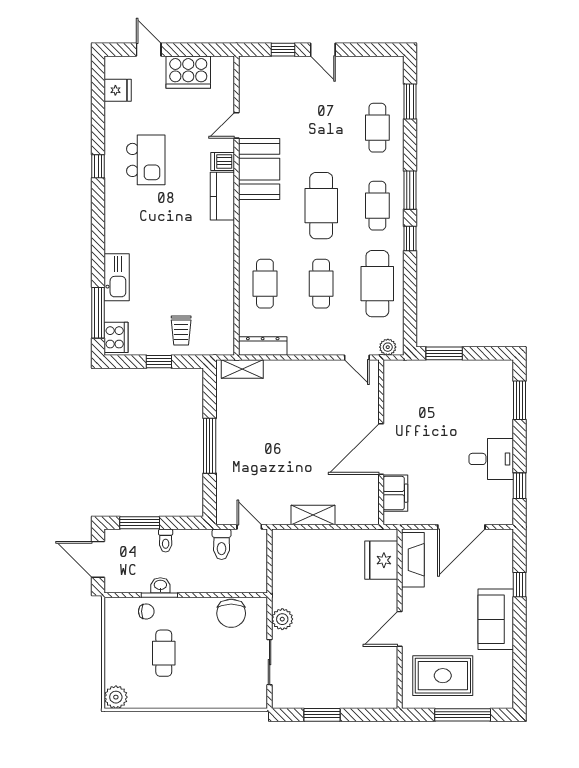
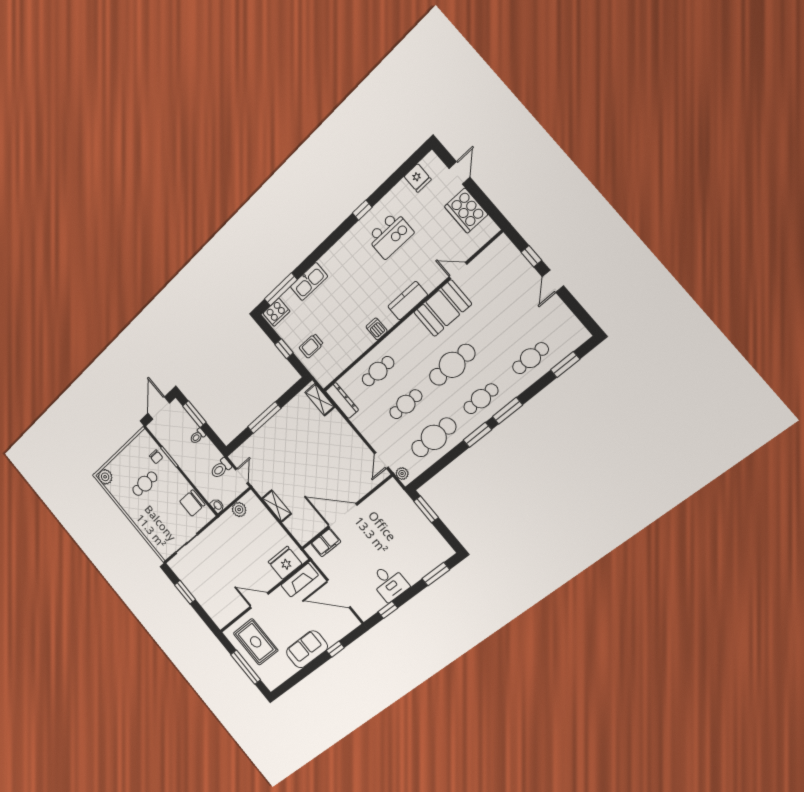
dishwasher: (223, 161) -> (377, 329), moved
window: (410, 238) -> (477, 435), width x1.50
washbasin: (160, 585) -> (217, 506), moved
plant: (282, 619) -> (239, 509), moved

